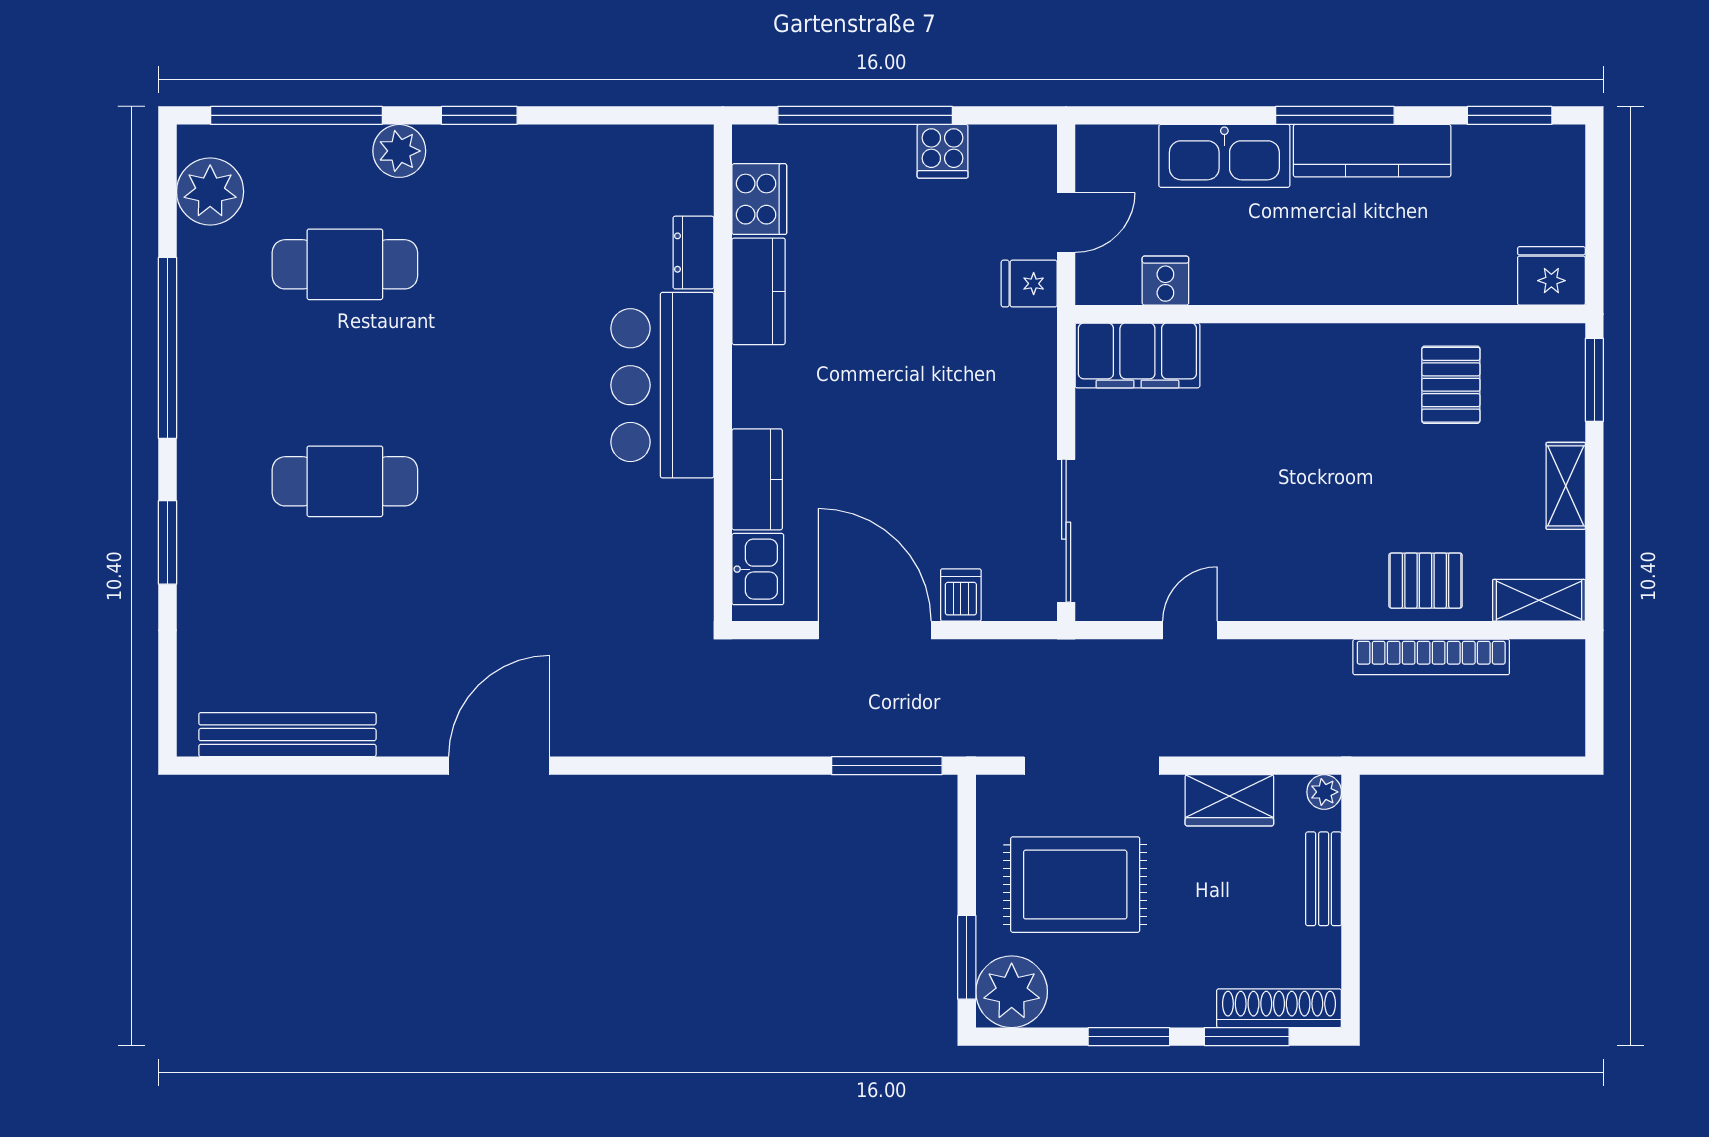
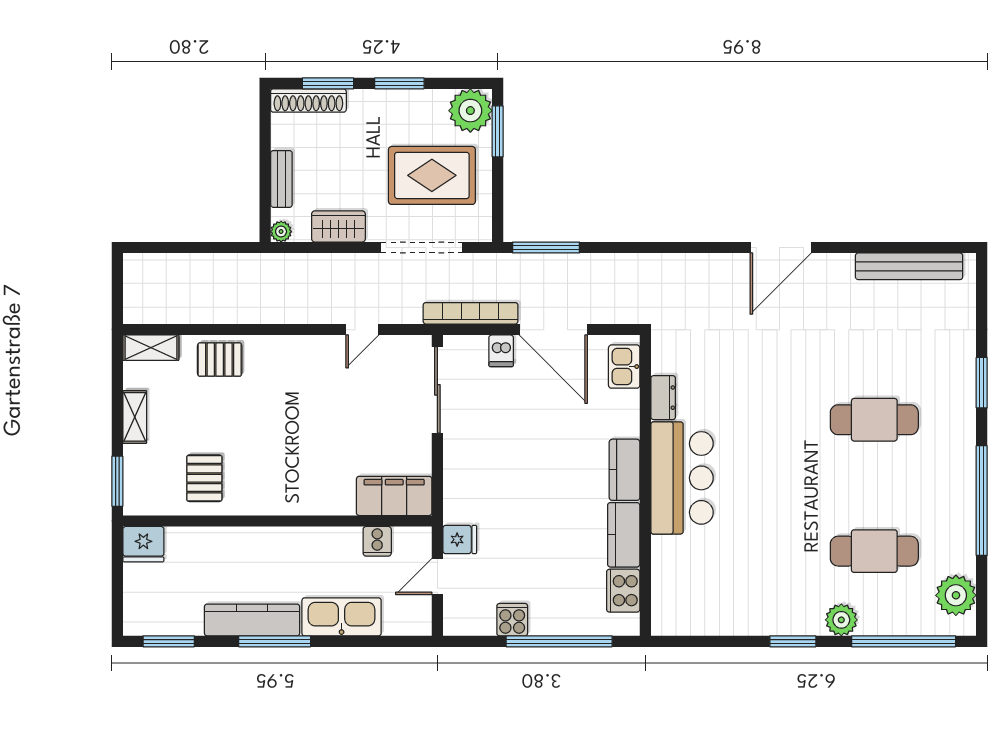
dresser: (693, 253) -> (663, 398), moved
kitchen counter: (757, 479) -> (625, 470), moved
bookcase: (1431, 657) -> (471, 313), moved

